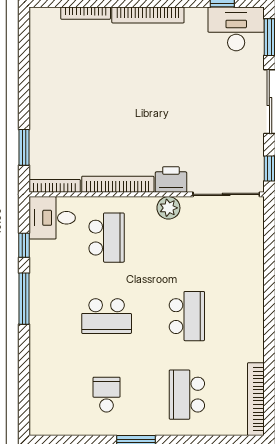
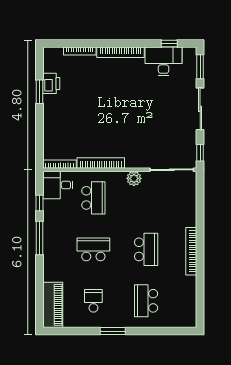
desk: (236, 29) -> (164, 61), moved
window: (24, 147) -> (39, 92), moved
printer: (171, 179) -> (51, 83), moved, turned 90
school desk: (107, 316) -> (93, 249), turned 180
bookcase: (256, 399) -> (191, 251), moved
piano: (44, 401) -> (53, 305), added

